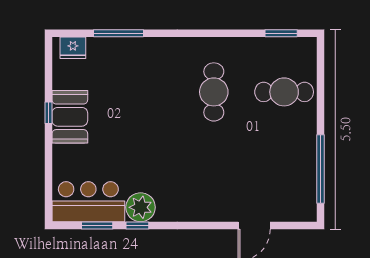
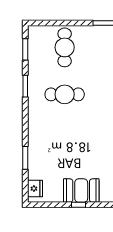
window: (119, 33) -> (25, 158), width x0.69
window: (226, 33) -> (25, 86), added

